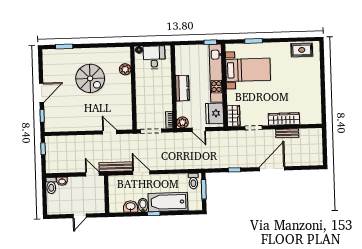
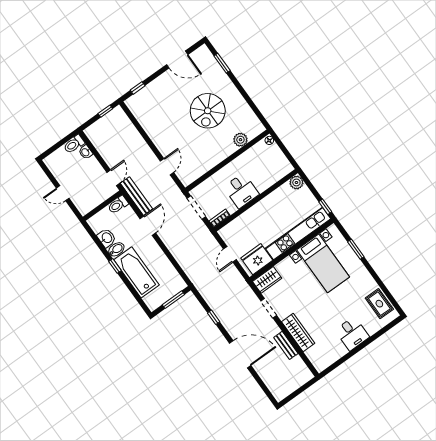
desk: (154, 57) -> (241, 191), moved, turned 90
desk: (310, 82) -> (352, 334), added
kitchen counter: (182, 88) -> (260, 210), removed
door: (41, 93) -> (177, 60), moved
plant: (182, 122) -> (296, 183), moved
toilet: (193, 181) -> (118, 205), moved

